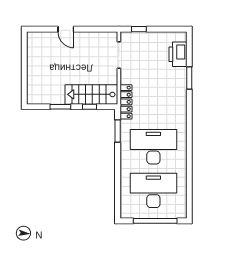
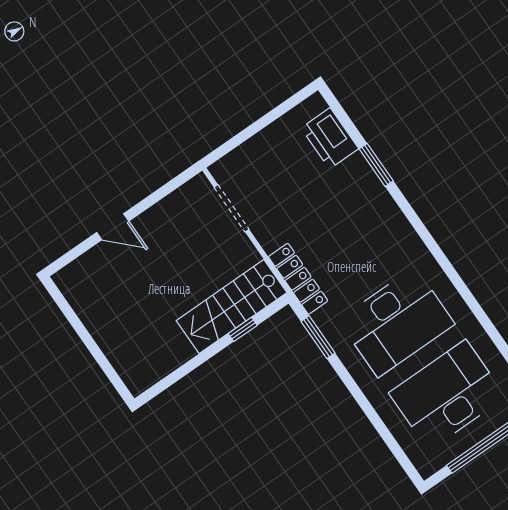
window: (139, 29) -> (235, 142), removed
window: (60, 107) -> (194, 363), removed
desk: (153, 147) -> (396, 322), turned 180

